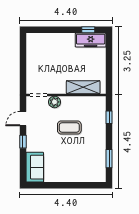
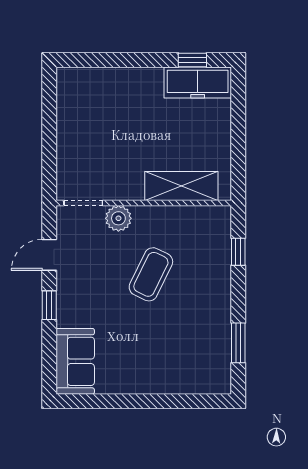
coffee table: (69, 127) -> (151, 274), turned -64

